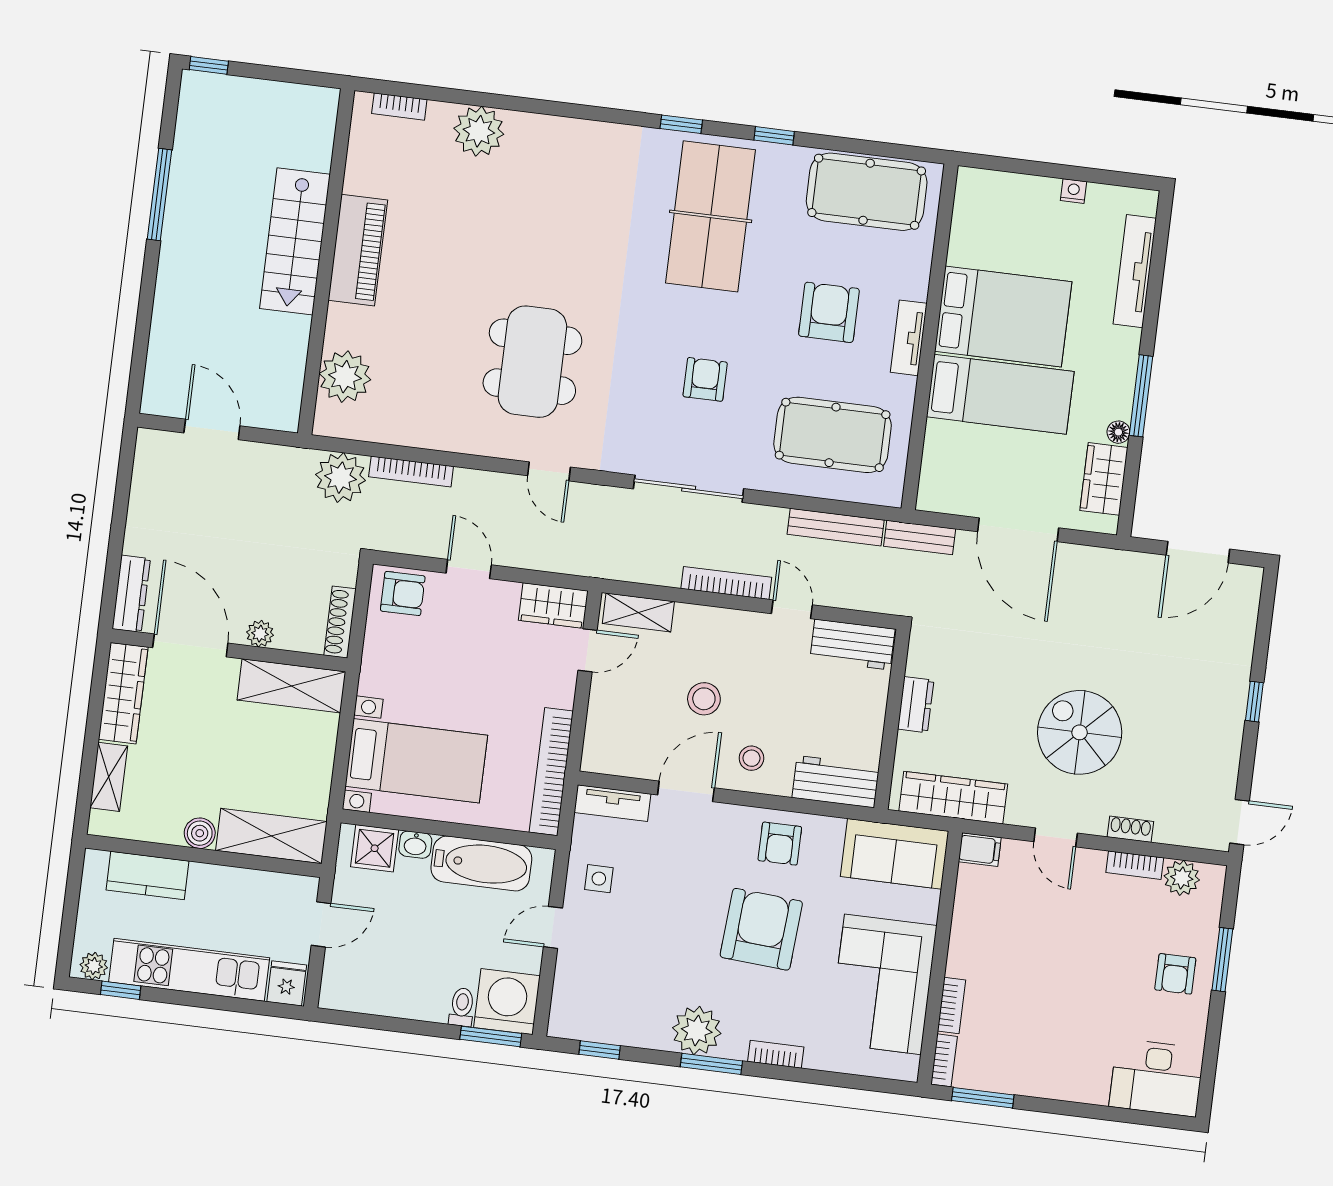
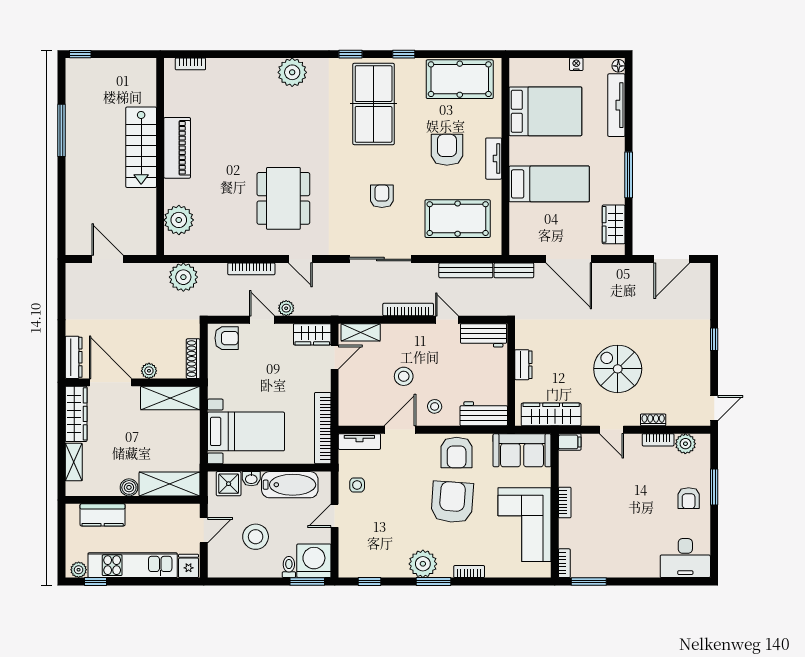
plant: (479, 131) -> (292, 72), moved
bed: (1003, 316) -> (545, 111), moved
floor lamp: (1118, 432) -> (618, 66), moved
bookcase: (411, 472) -> (251, 269), moved
plant: (513, 554) -> (286, 308), added
armchair: (780, 844) -> (457, 453), width x1.38, depth x1.38
stool: (410, 947) -> (256, 537), added
bookcase: (951, 1005) -> (565, 502), moved

